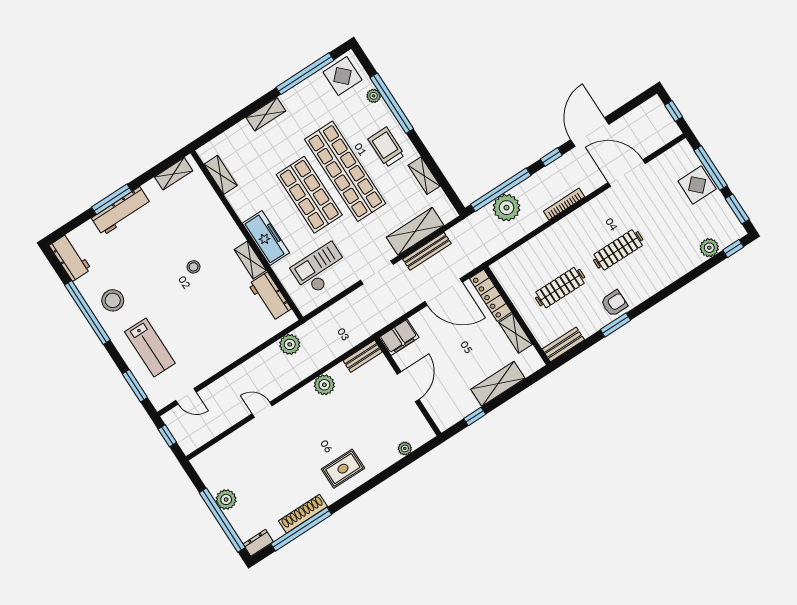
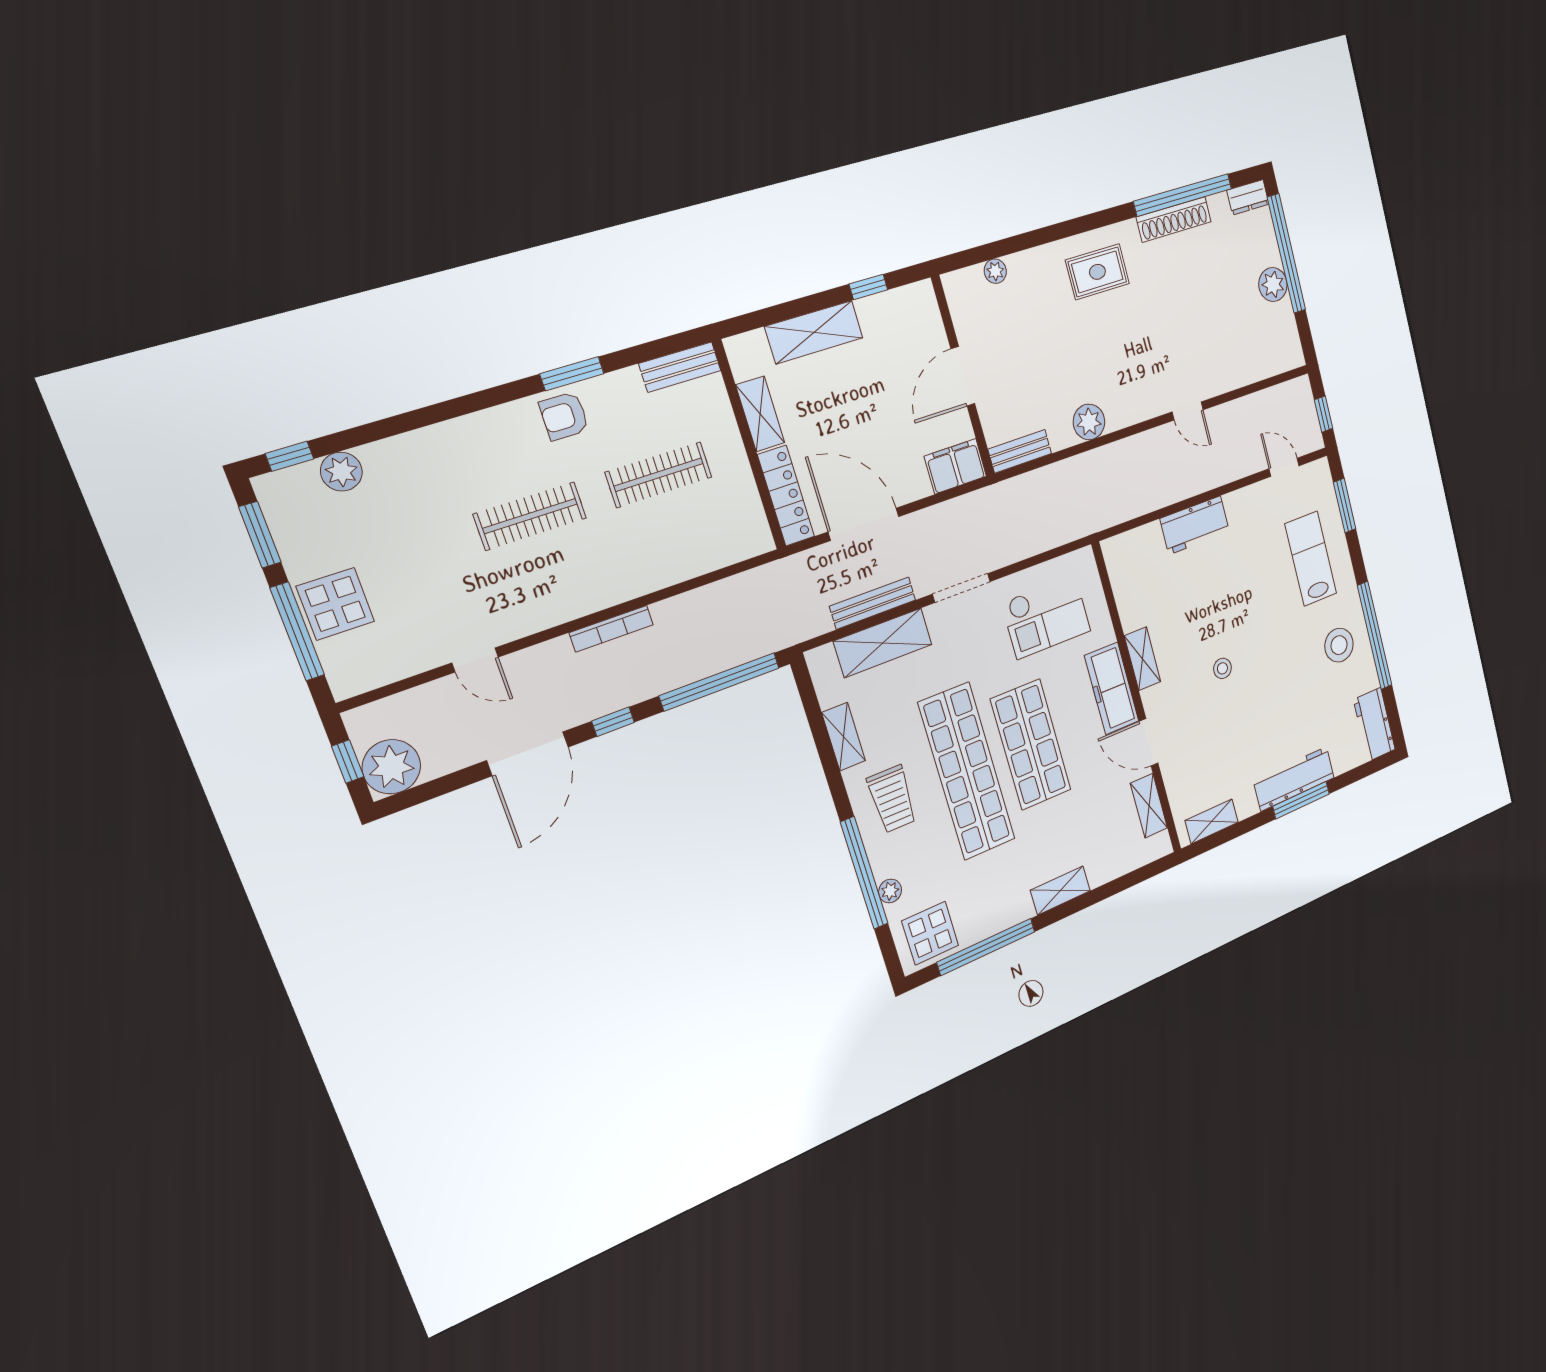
door: (627, 173) -> (475, 660), width x0.53
plant: (507, 208) -> (391, 767), moved
door: (232, 212) -> (1149, 742), added
workbench: (270, 297) -> (1195, 525), moved, turned 90
plant: (290, 344) -> (1122, 505), removed

